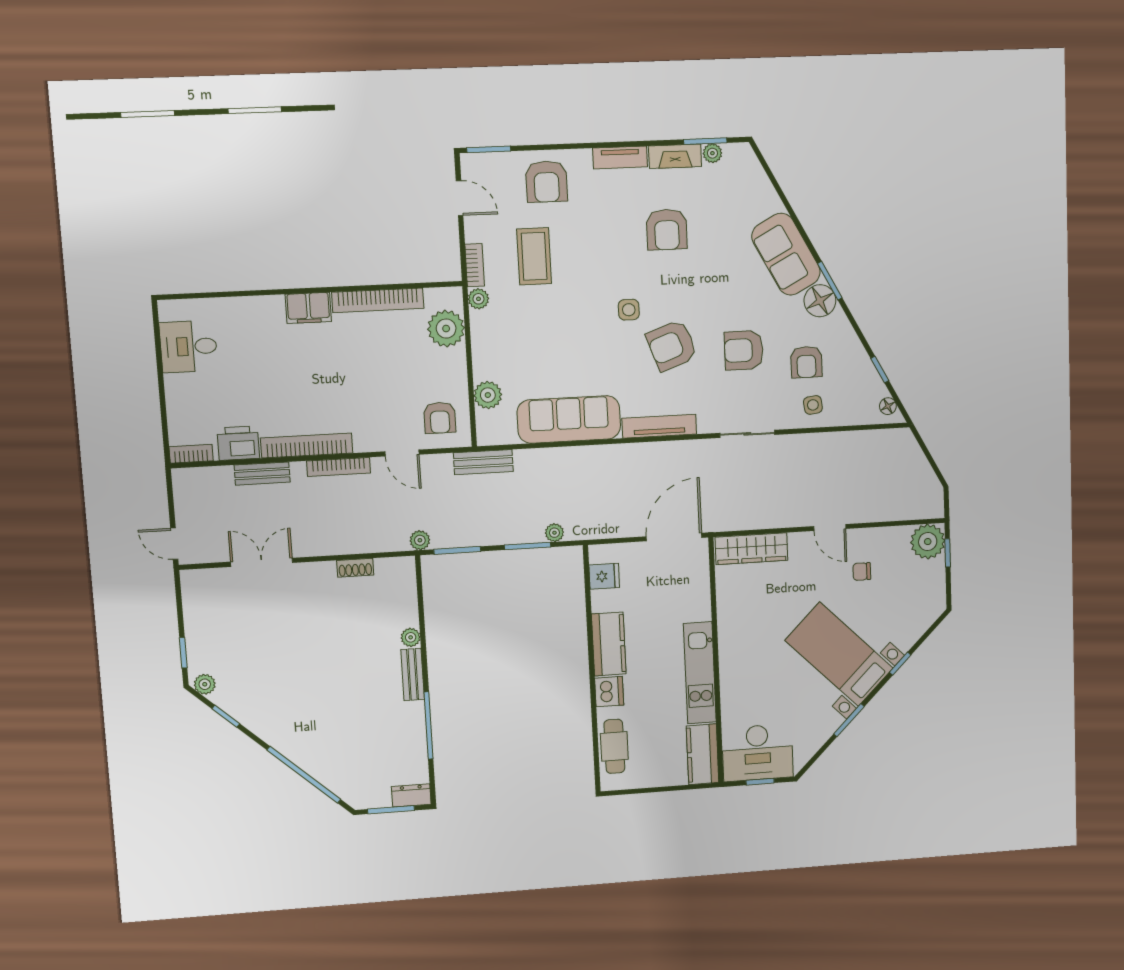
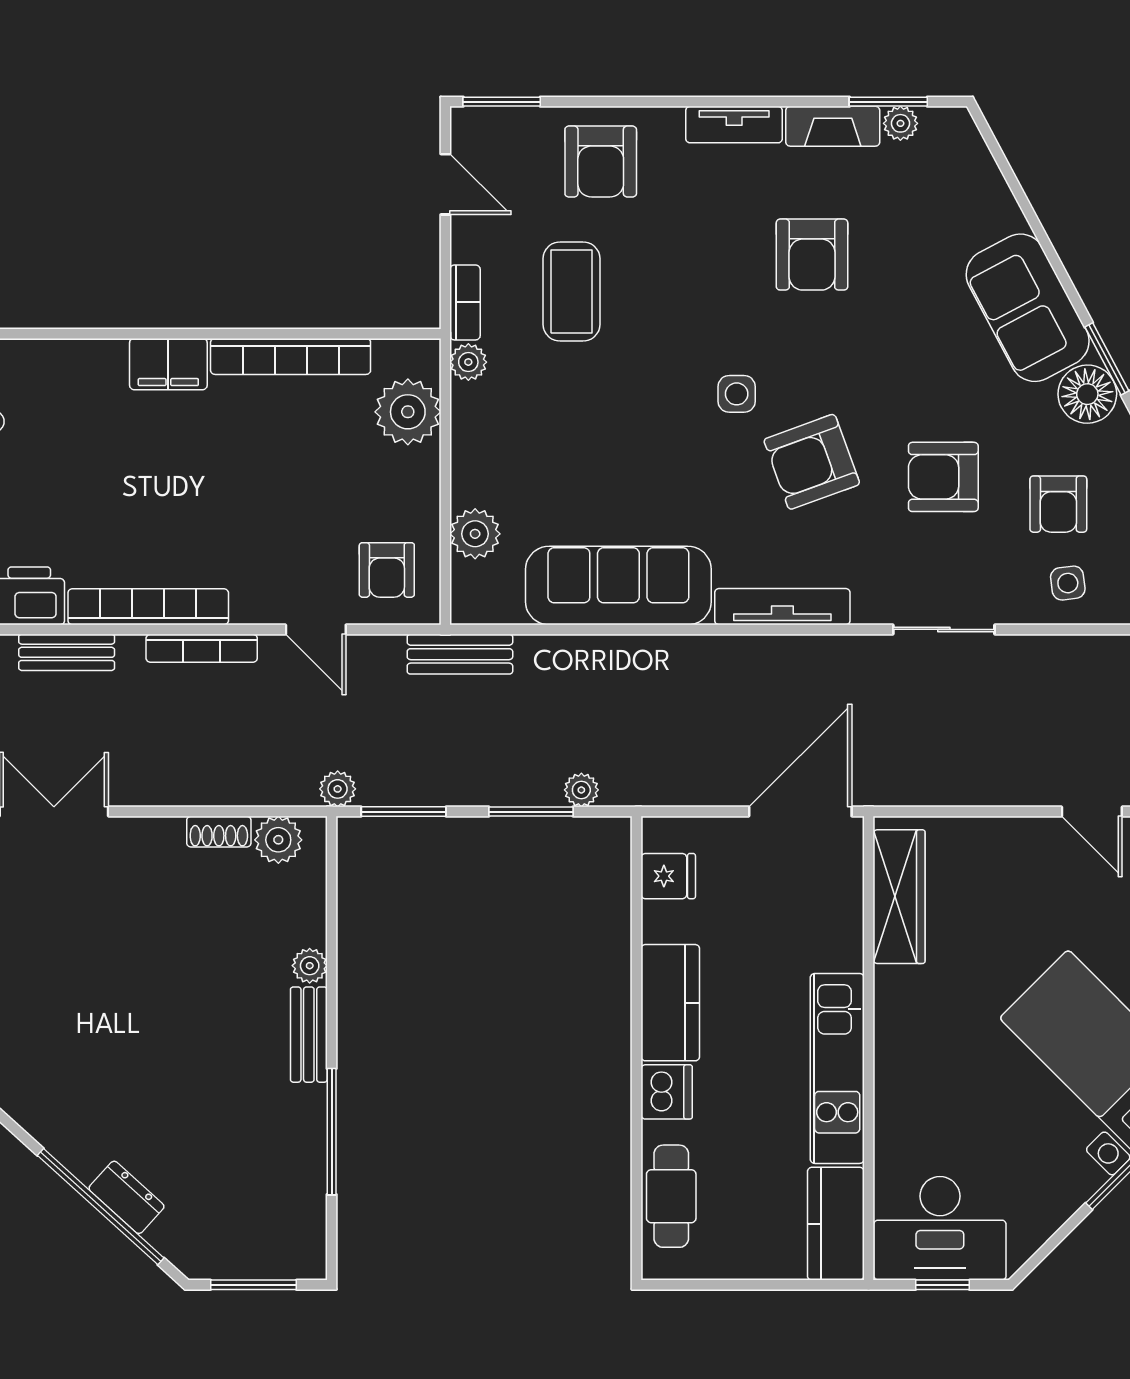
wardrobe: (751, 549) -> (899, 897), moved, turned -90
plant: (389, 570) -> (278, 840), added
dresser: (411, 795) -> (126, 1197), moved, turned 42

